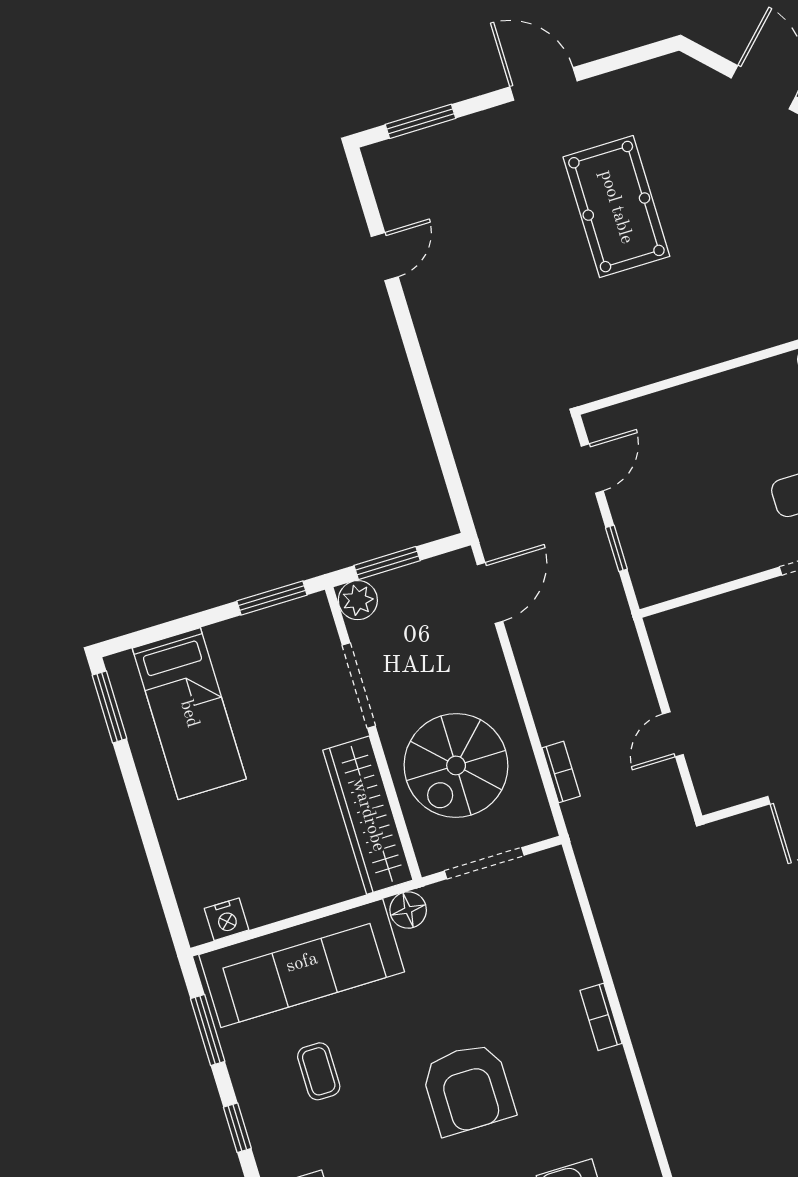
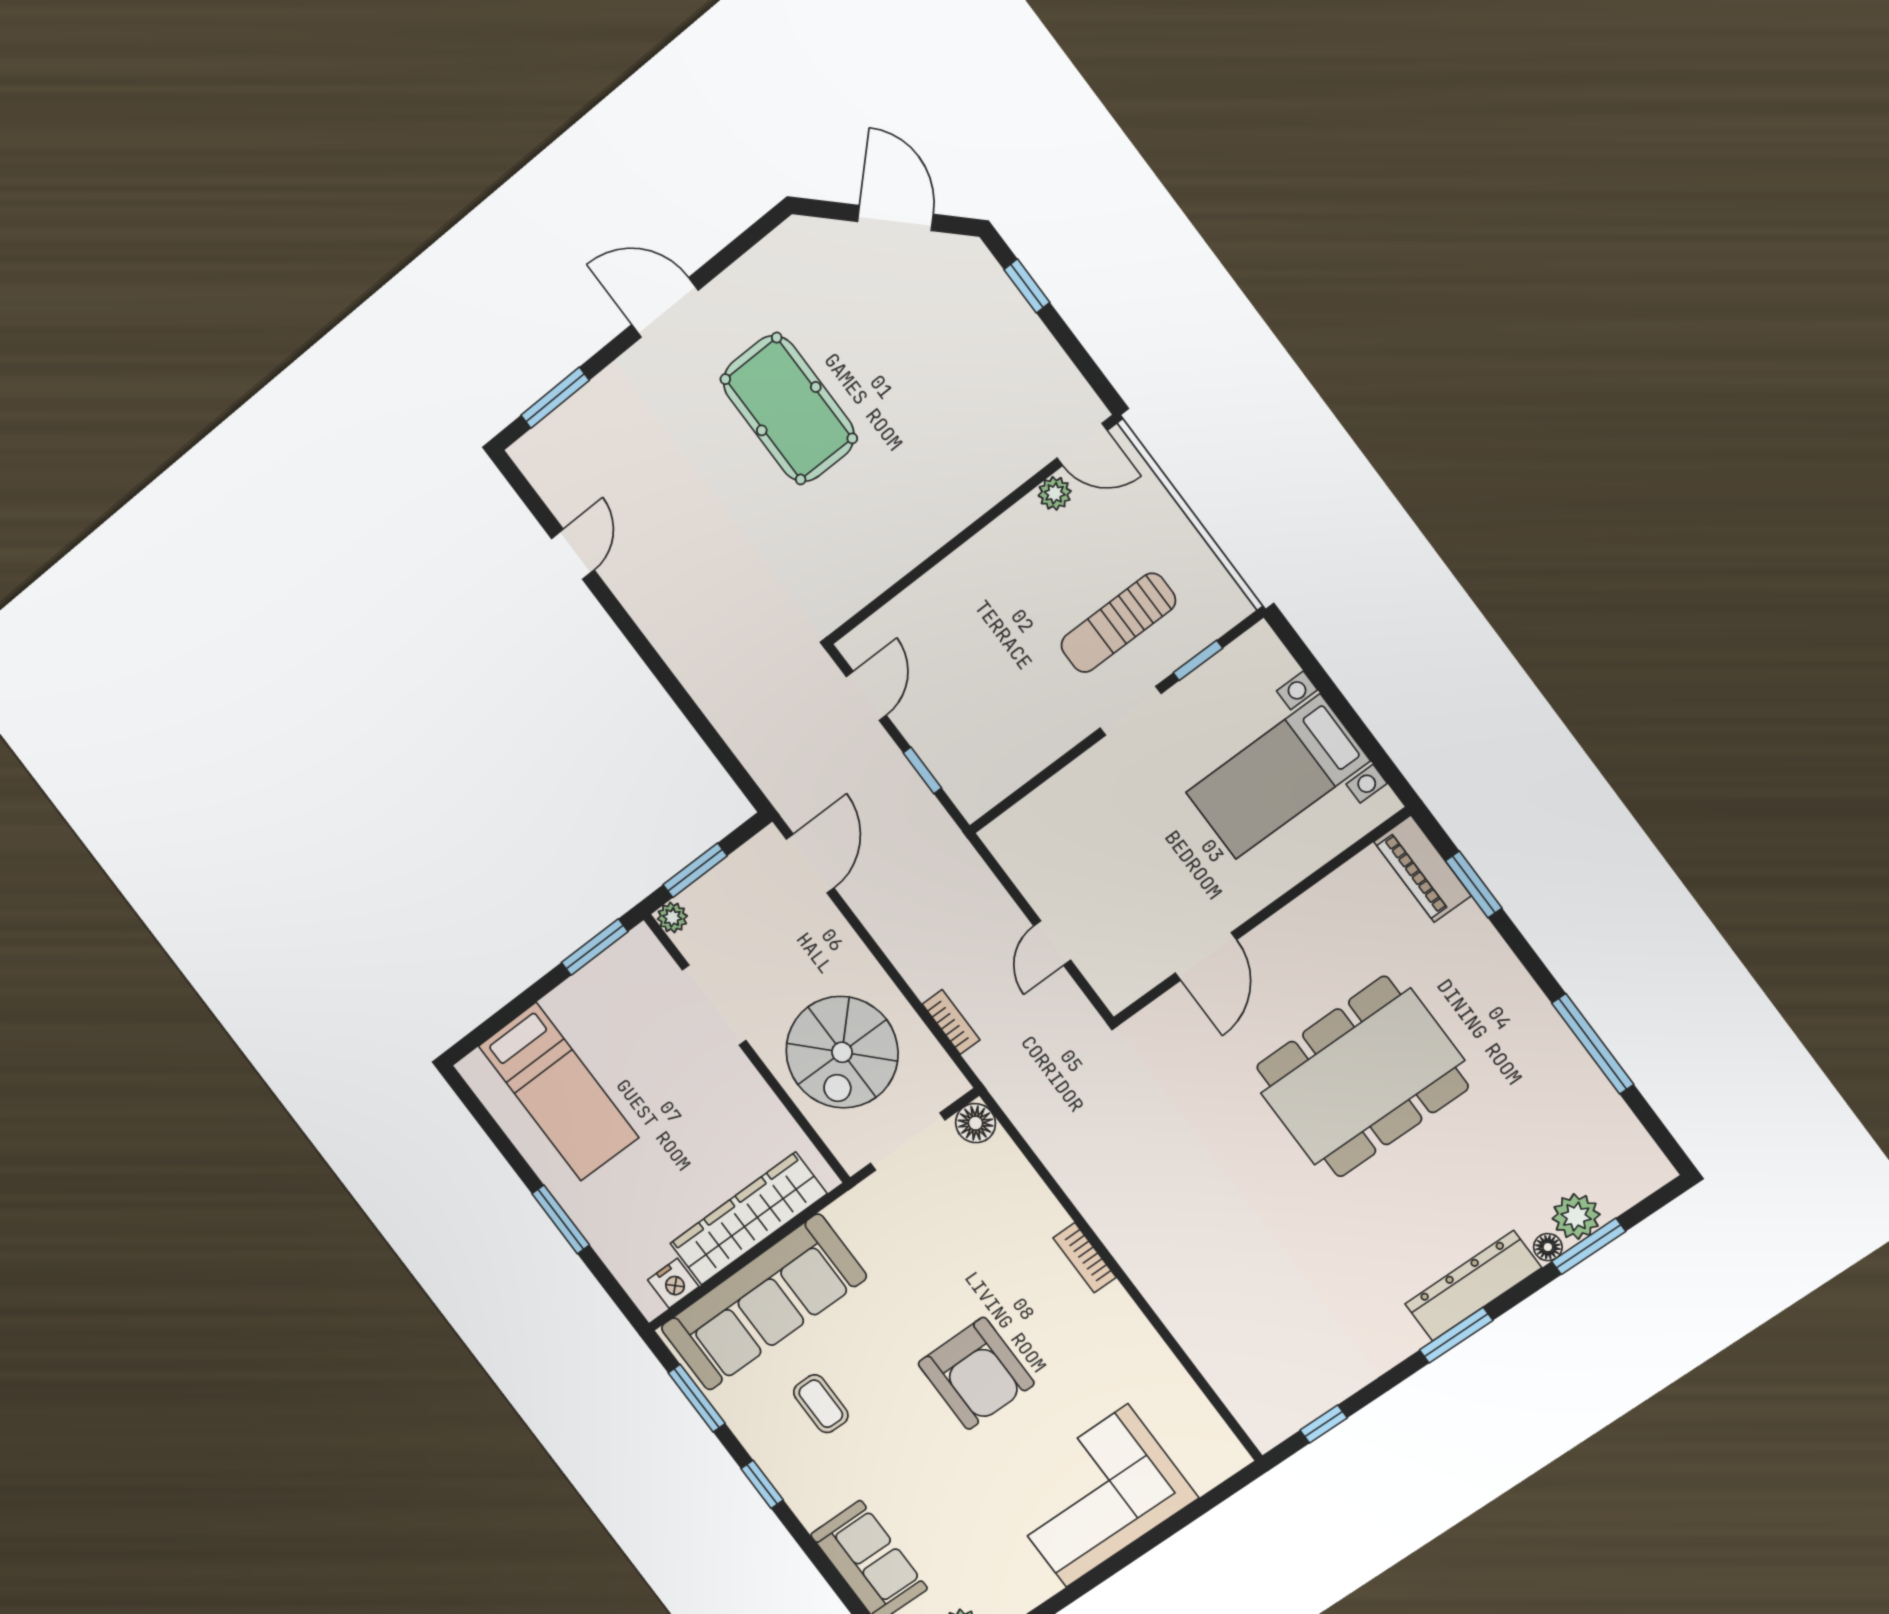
plant: (358, 600) -> (672, 917), width x0.73, depth x0.73
window: (109, 707) -> (561, 1219), moved
wardrobe: (368, 815) -> (748, 1219), moved, turned 90
floor lamp: (408, 910) -> (976, 1123), moved

